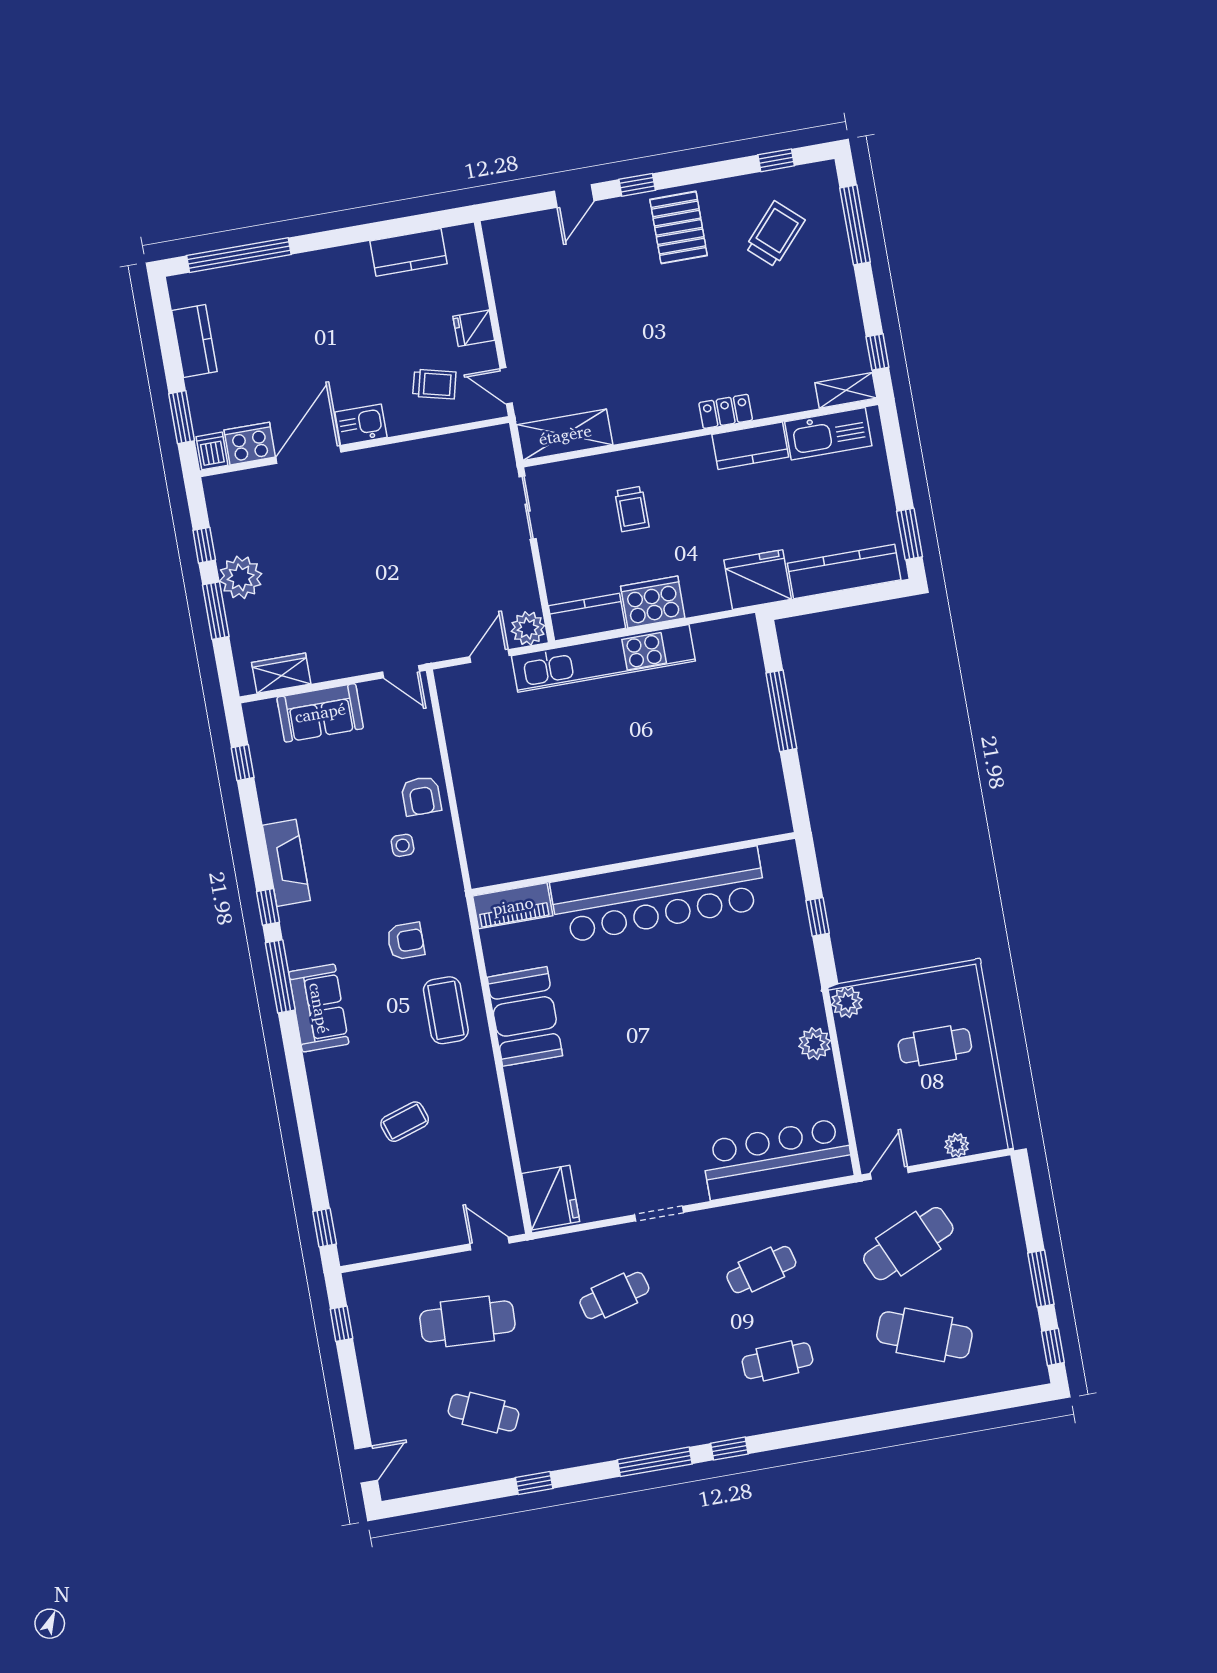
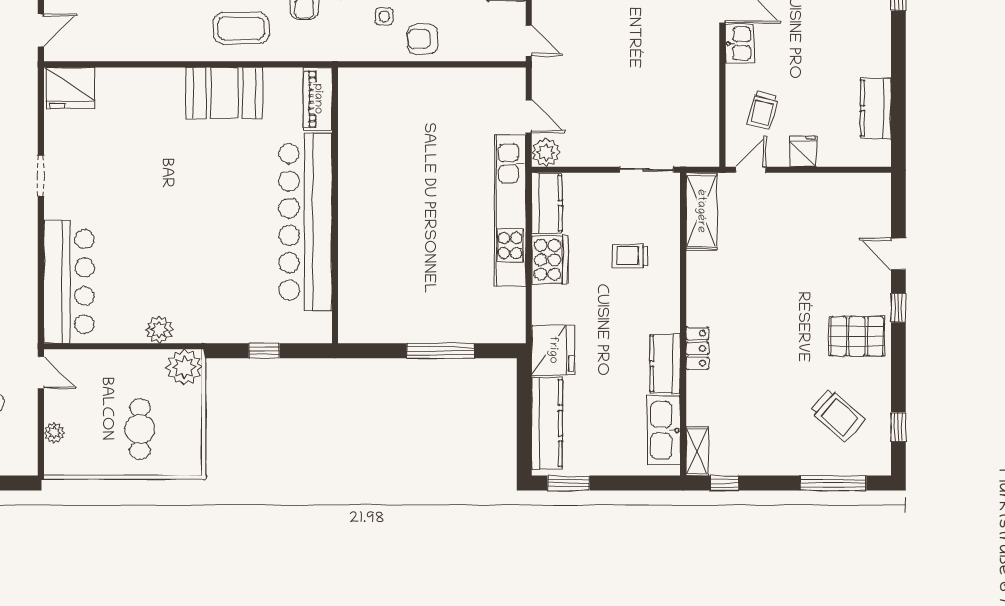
door: (401, 672) -> (529, 41), swing flipped
plant: (847, 1002) -> (184, 367), width x1.36, depth x1.36

